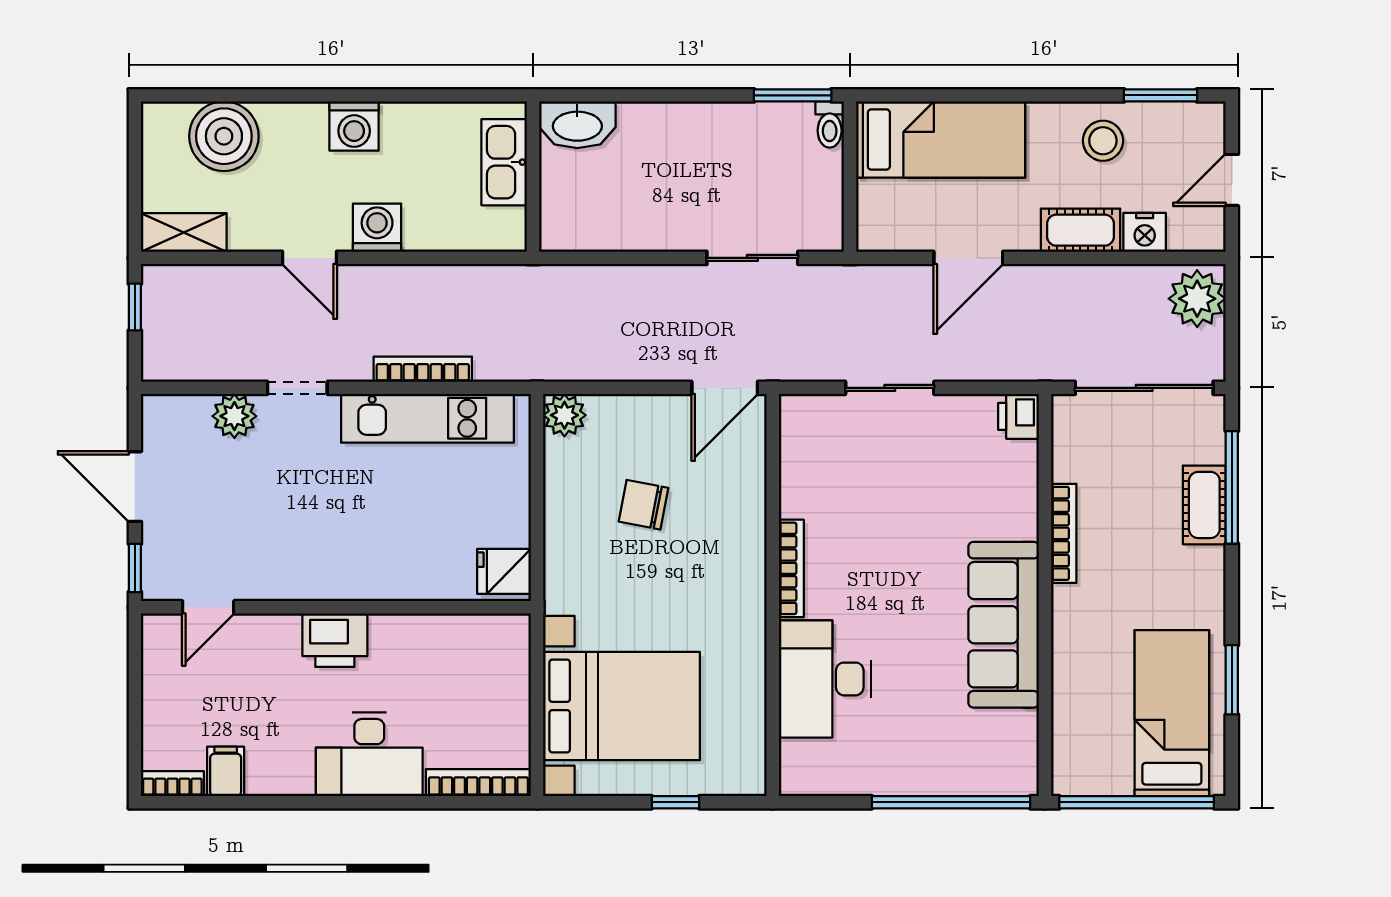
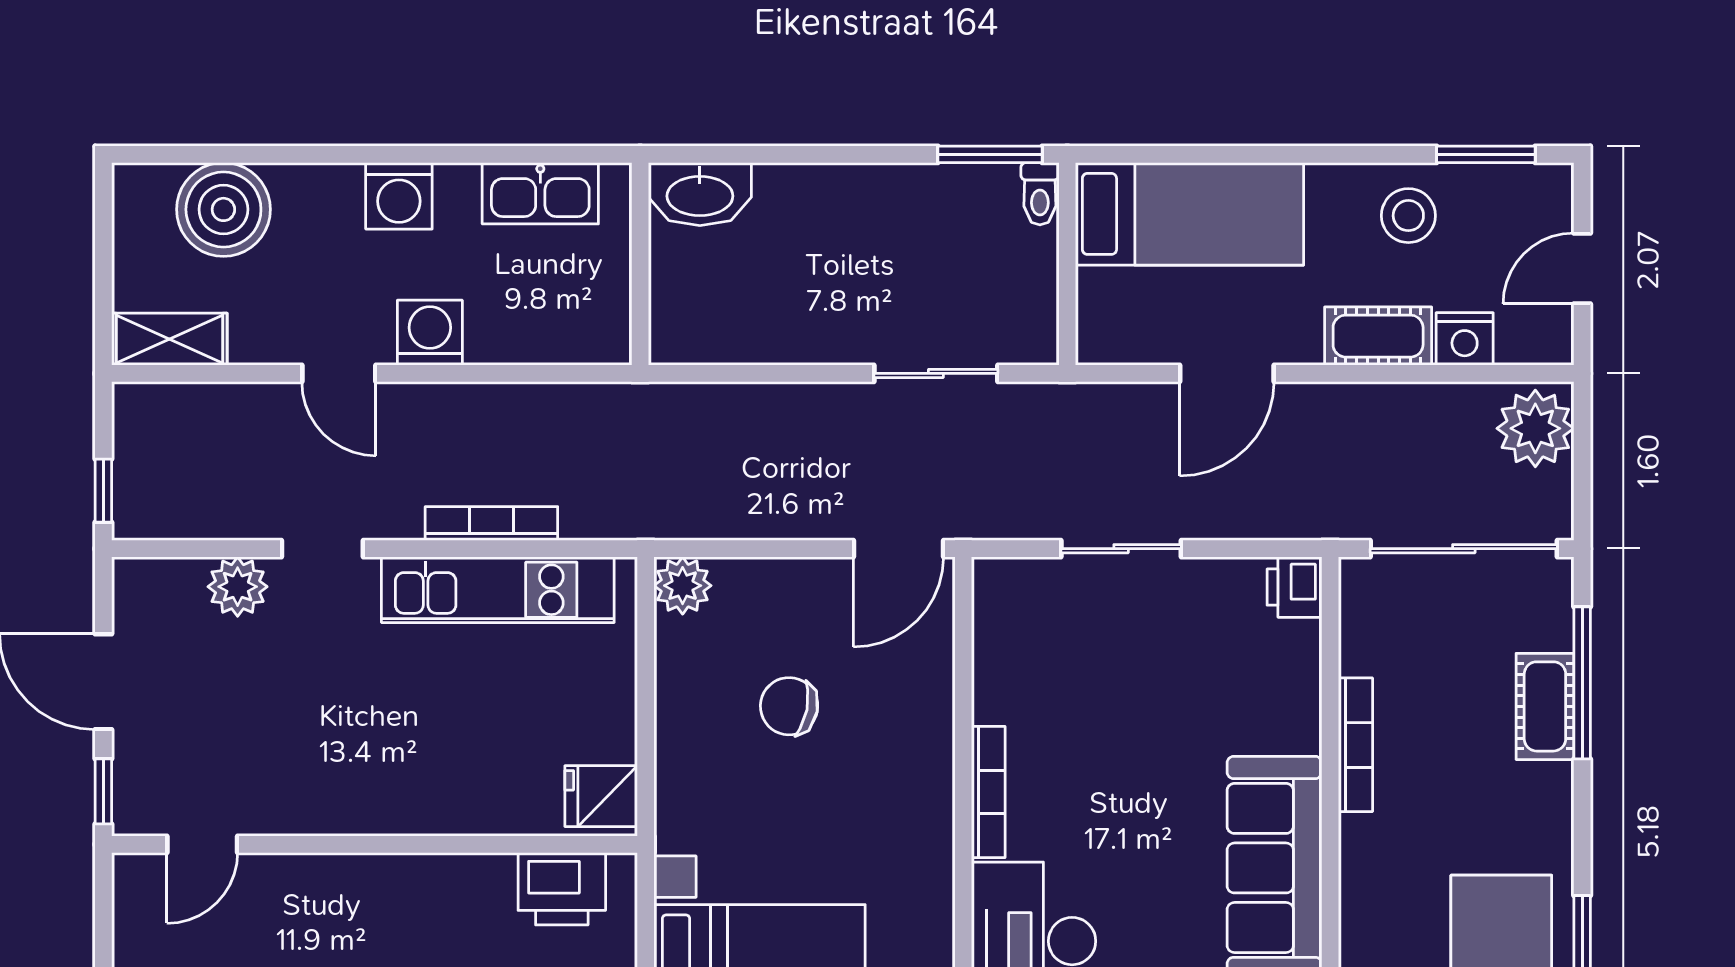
kitchen sink: (504, 162) -> (540, 193), moved, turned -90
window: (135, 307) -> (103, 491), moved
printer: (335, 640) -> (562, 889), moved

